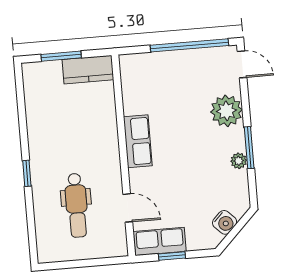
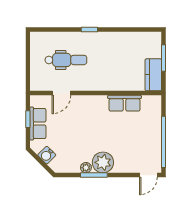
plant: (226, 111) -> (103, 162), moved
row of seats: (138, 141) -> (125, 103), moved
dental chair: (77, 205) -> (66, 60), turned 180
row of seats: (160, 241) -> (38, 124), moved

